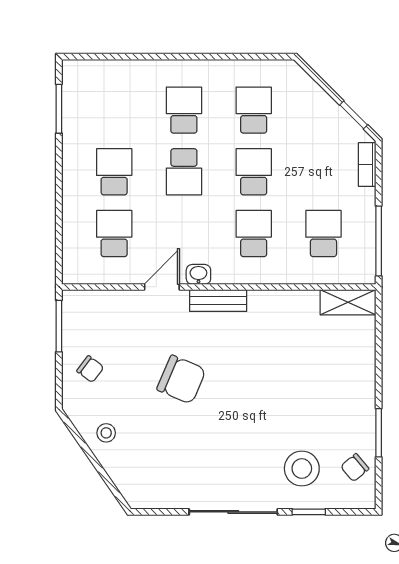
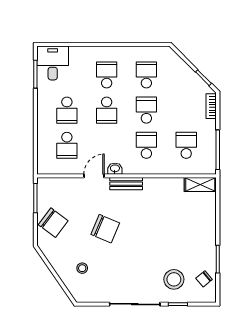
desk: (89, 89) -> (53, 63), added
school desk: (114, 172) -> (67, 110), turned 180
school desk: (114, 234) -> (67, 145), turned 180
chair: (90, 369) -> (53, 223), width x1.87, depth x1.87
stool: (106, 433) -> (82, 268), moved

